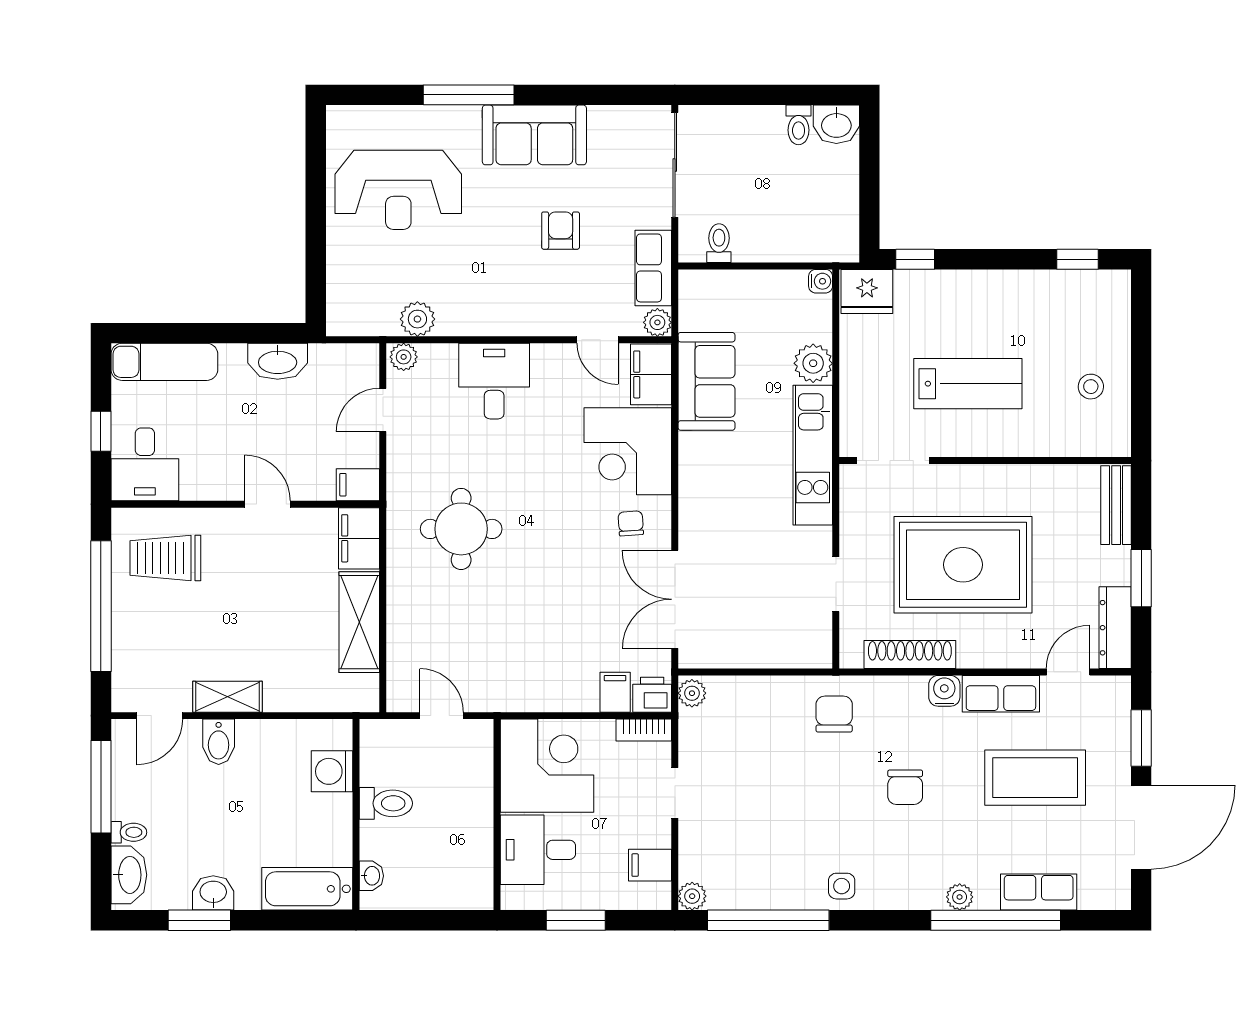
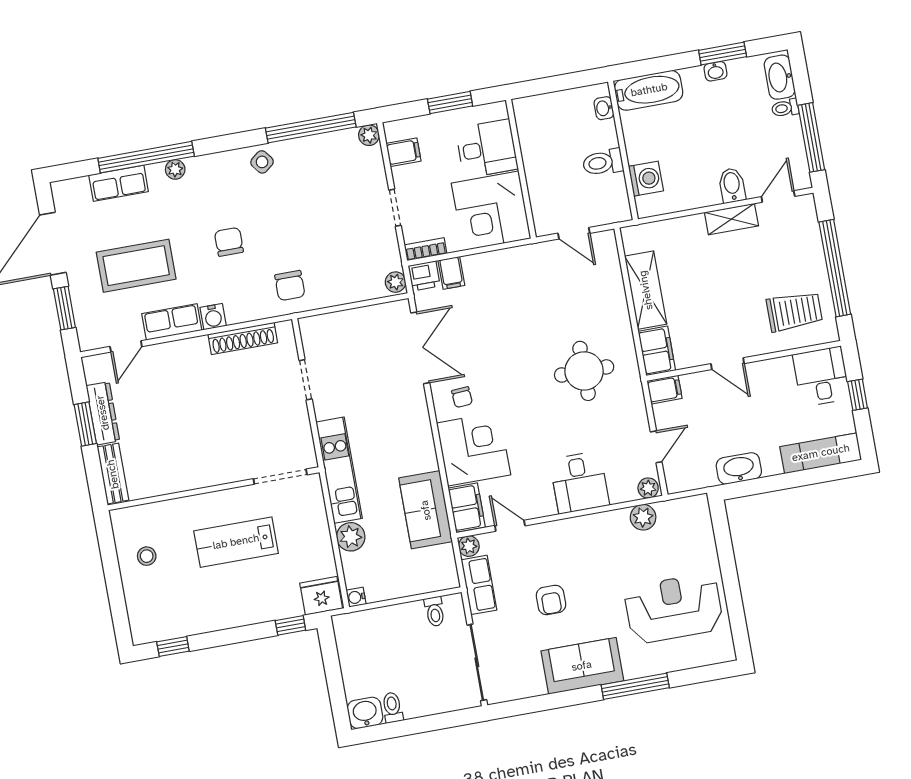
rug: (963, 565) -> (216, 410), removed
dresser: (1115, 628) -> (103, 413), moved
side table: (842, 886) -> (262, 162), turned -38
washbasin: (213, 893) -> (715, 71), width x0.72, depth x0.69

